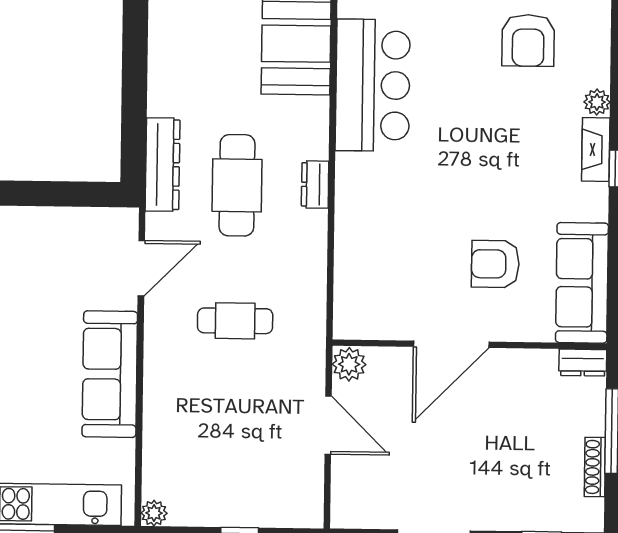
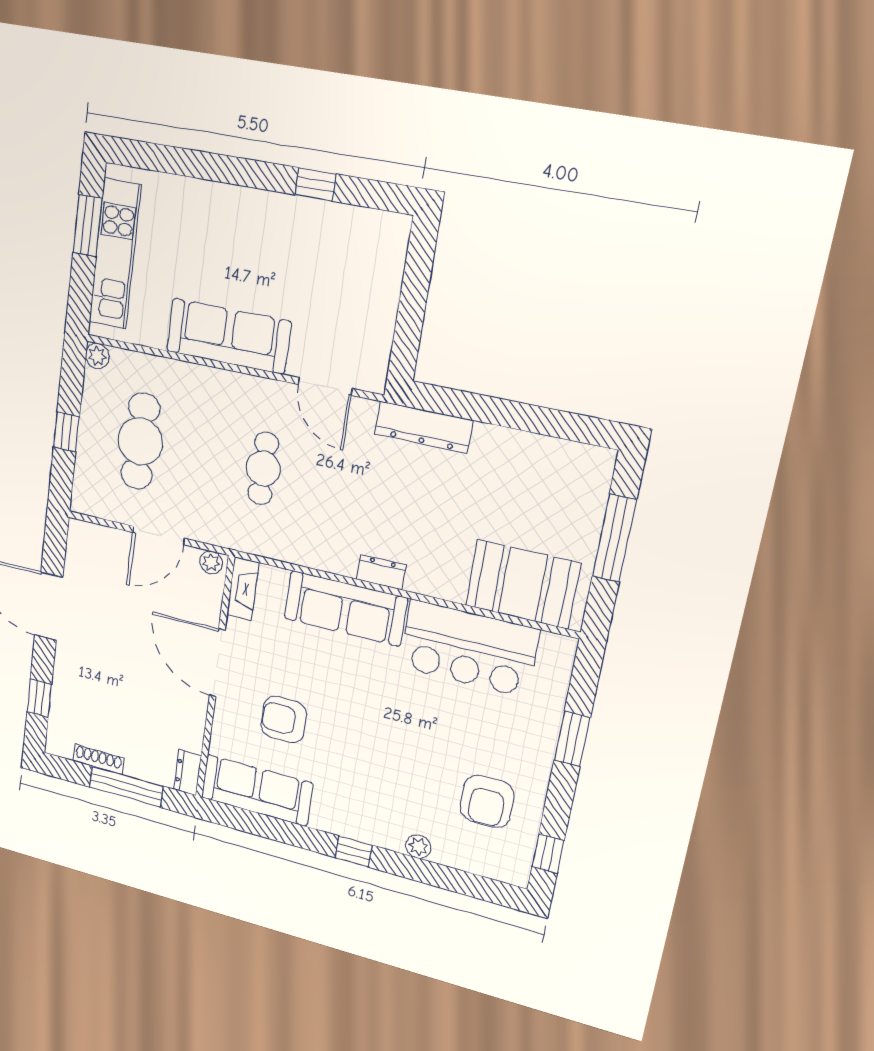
armchair: (528, 40) -> (487, 801), turned -90
fireplace: (596, 149) -> (243, 589), moved, turned 90
cafe table: (237, 185) -> (140, 441), moved, turned 90
sofa: (361, 215) -> (346, 608), added
armchair: (495, 264) -> (284, 720), turned -90
plant: (349, 364) -> (211, 562), width x0.73, depth x0.73

